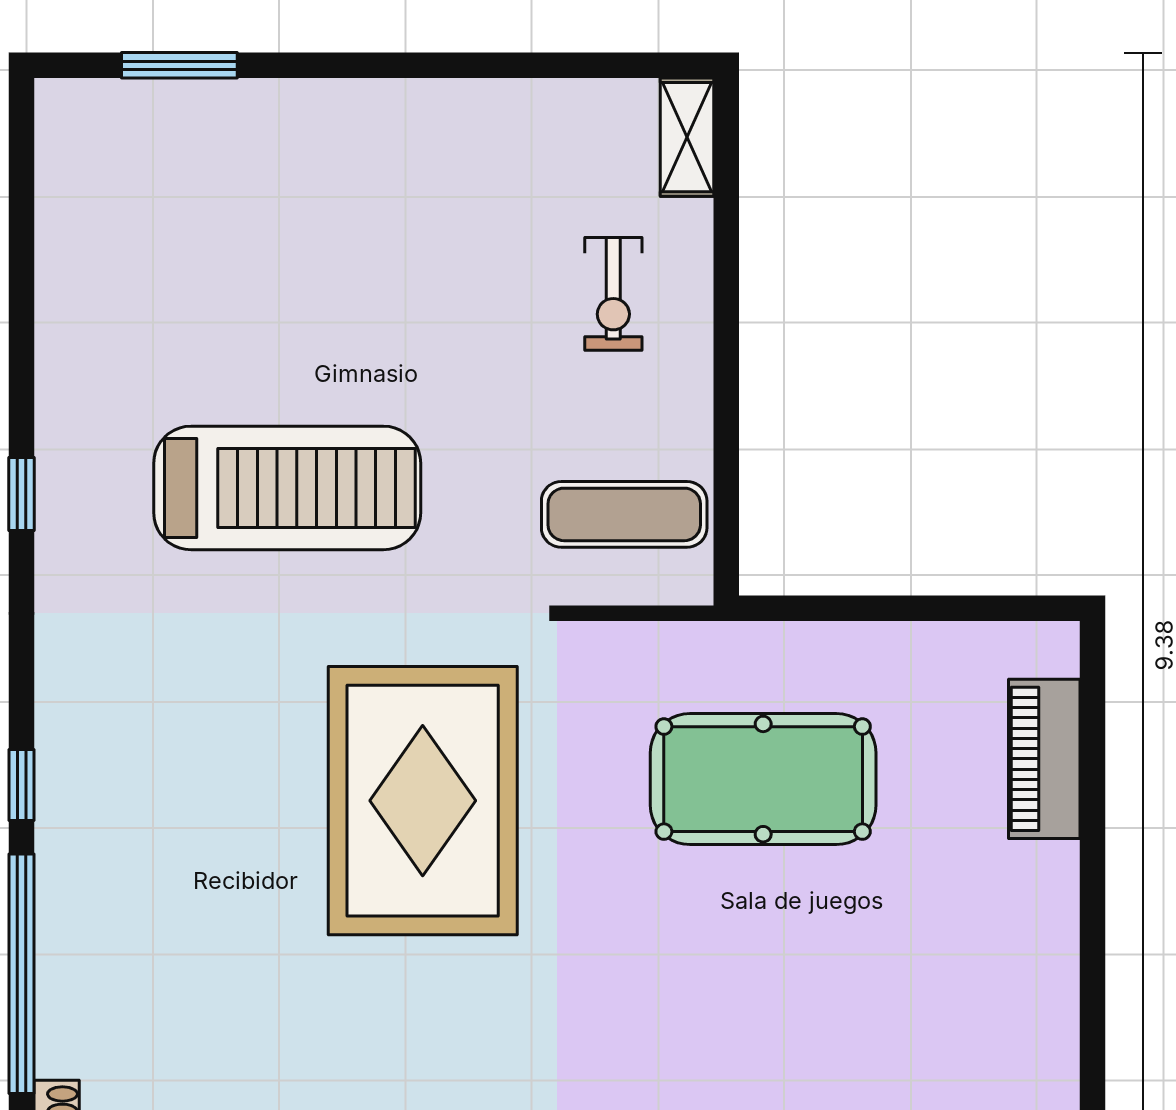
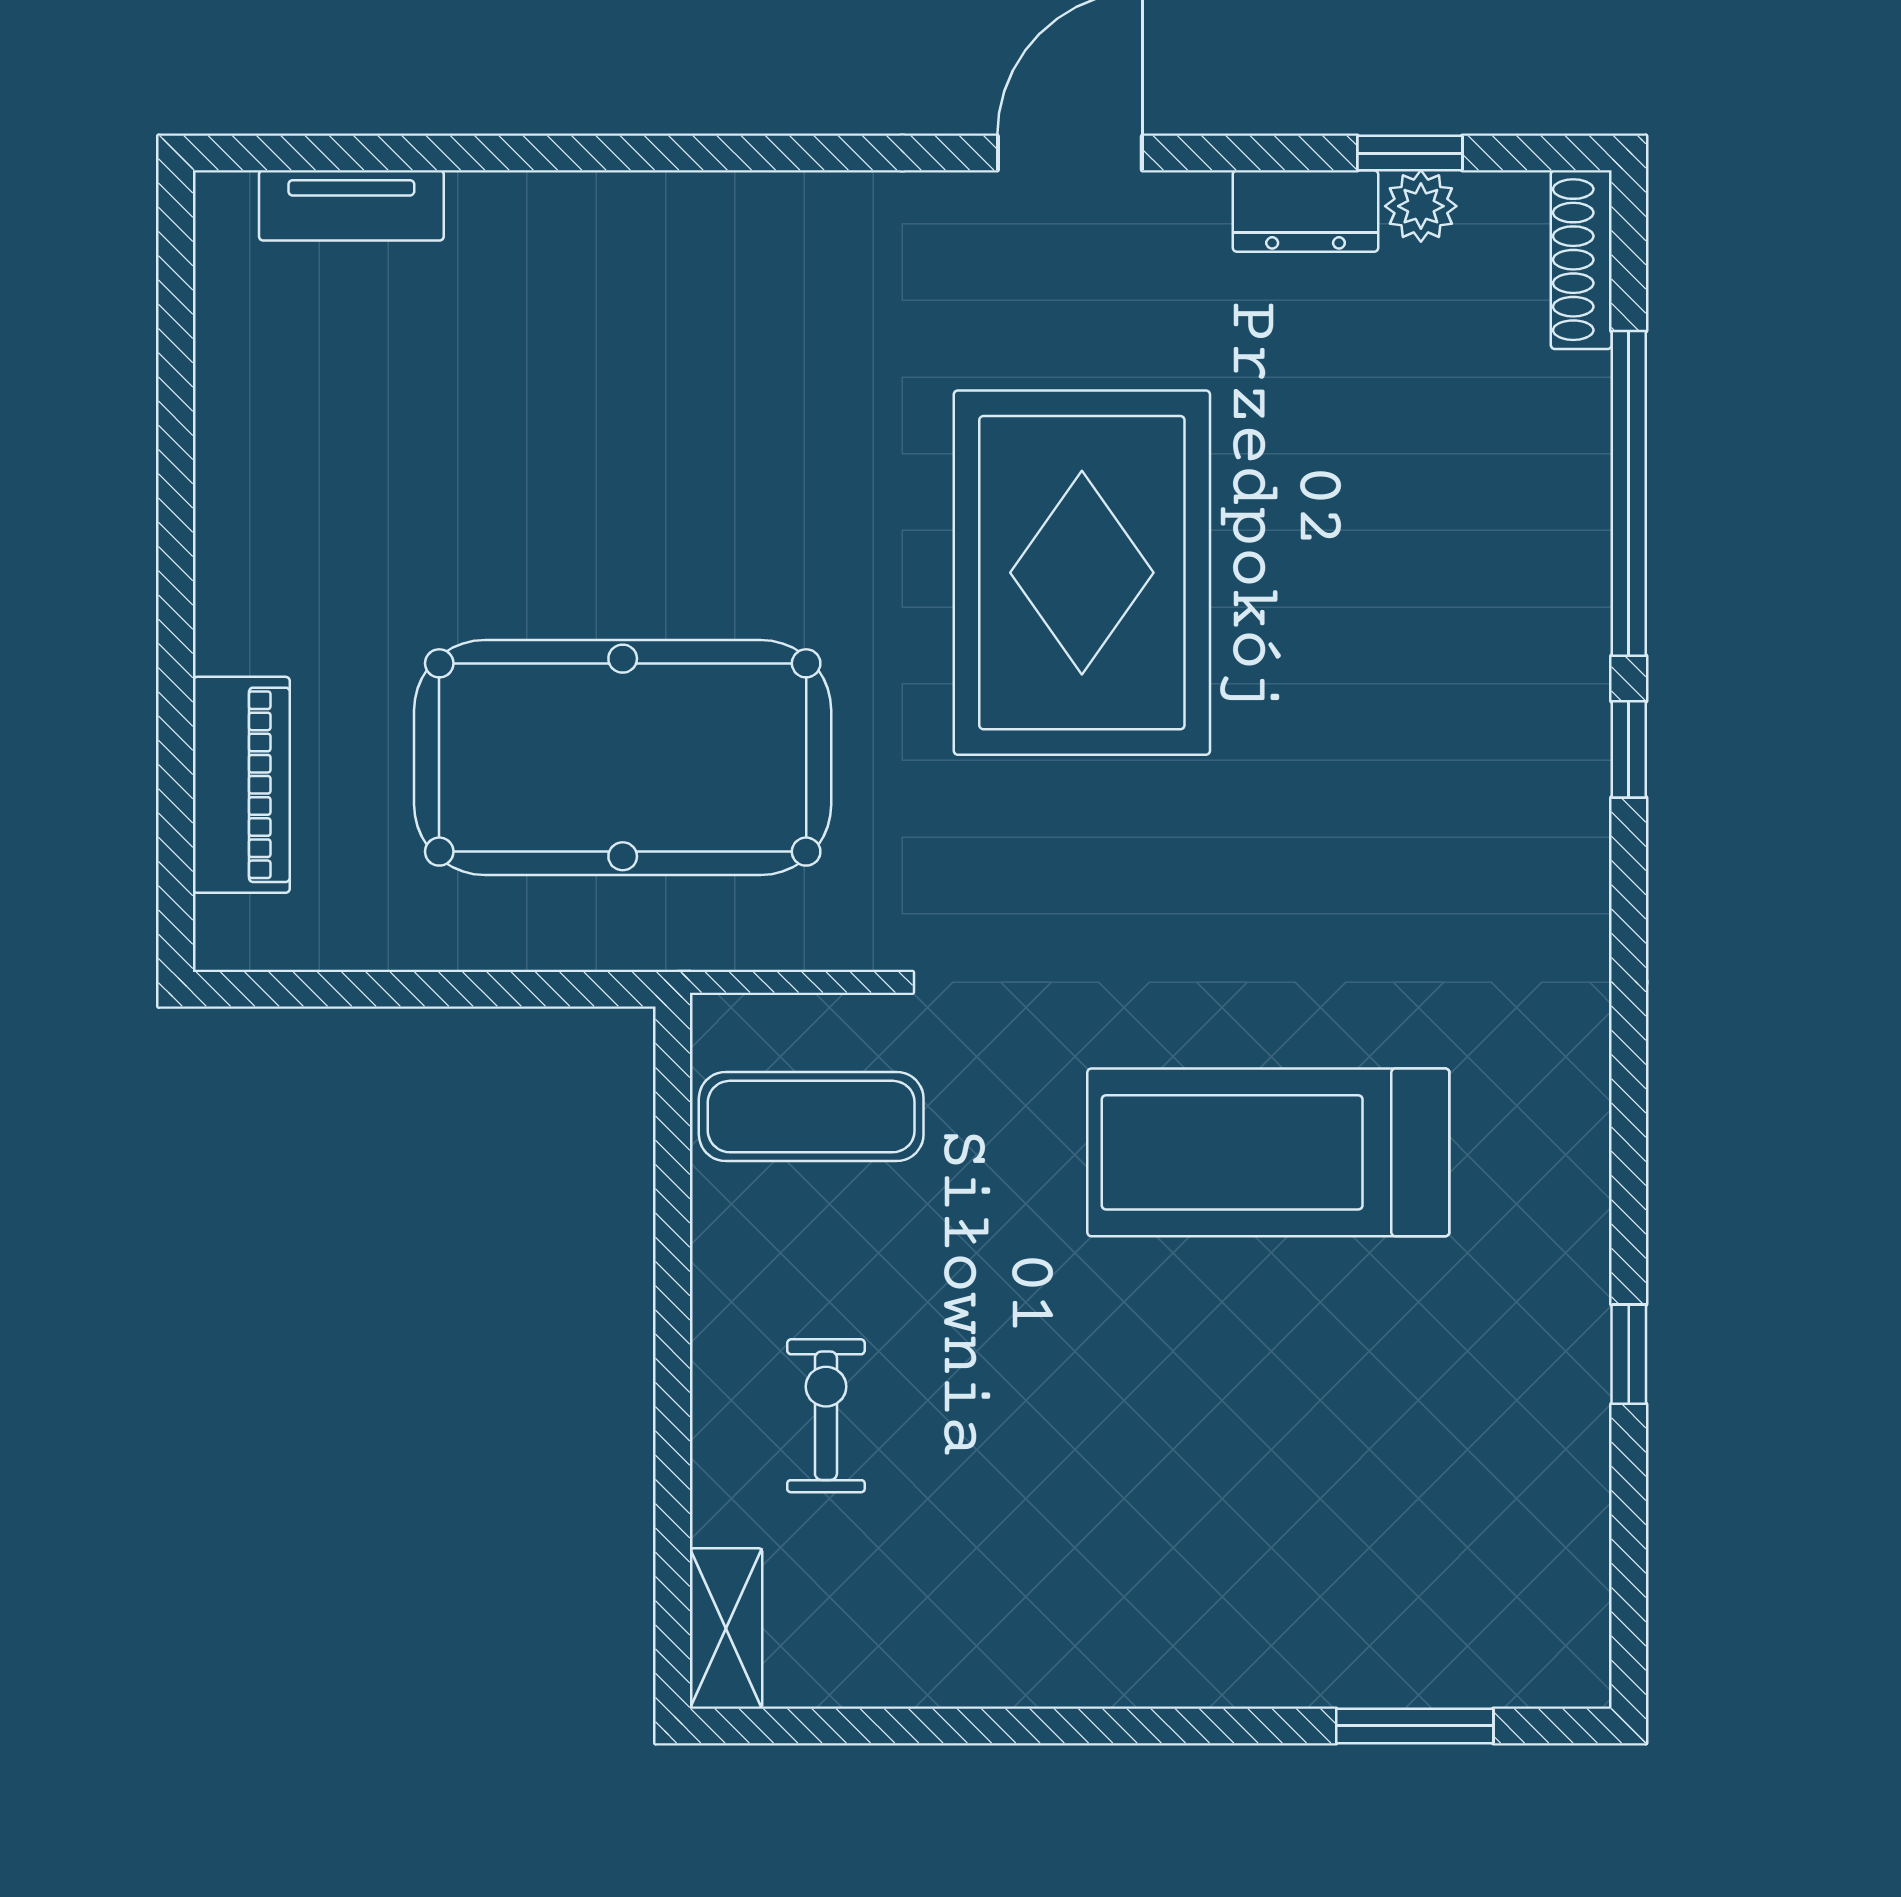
window: (22, 494) -> (1629, 1354), moved
pool table: (763, 779) -> (623, 757), width x1.36, depth x1.32
rug: (423, 801) -> (1082, 573), moved

